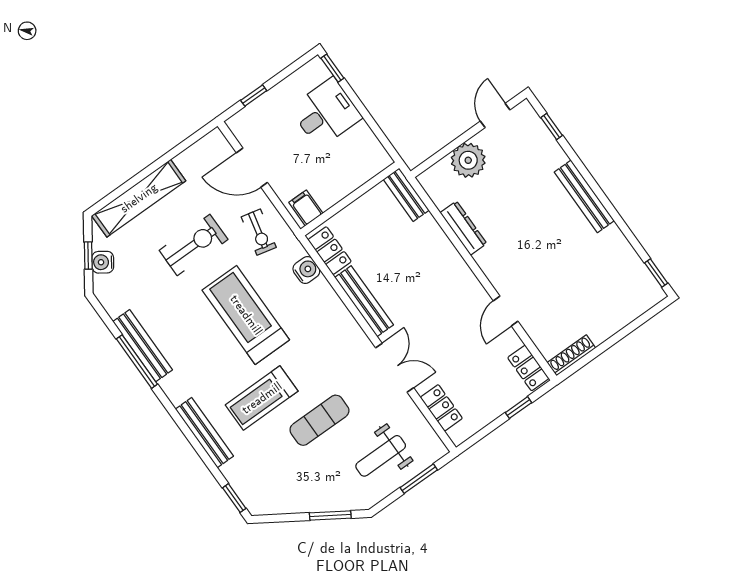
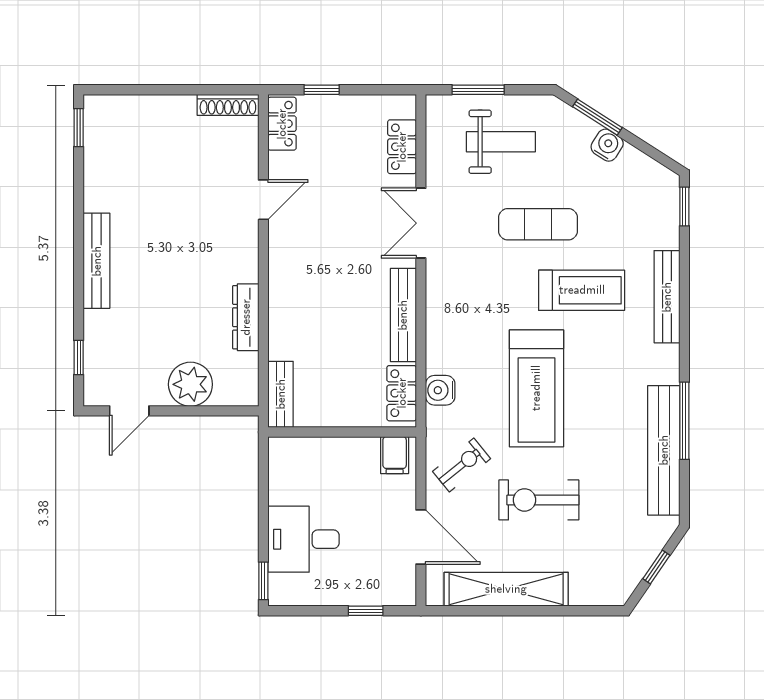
shelving: (139, 198) -> (506, 589), moved
exercise bike: (259, 232) -> (462, 465), turned 38
water cooler: (103, 262) -> (607, 145), moved, turned -92
bench: (143, 346) -> (664, 450), width x1.37, depth x1.21

